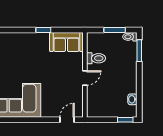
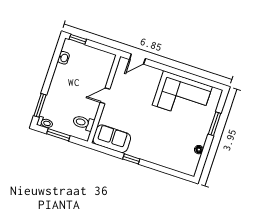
toilet: (96, 58) -> (83, 123), moved

